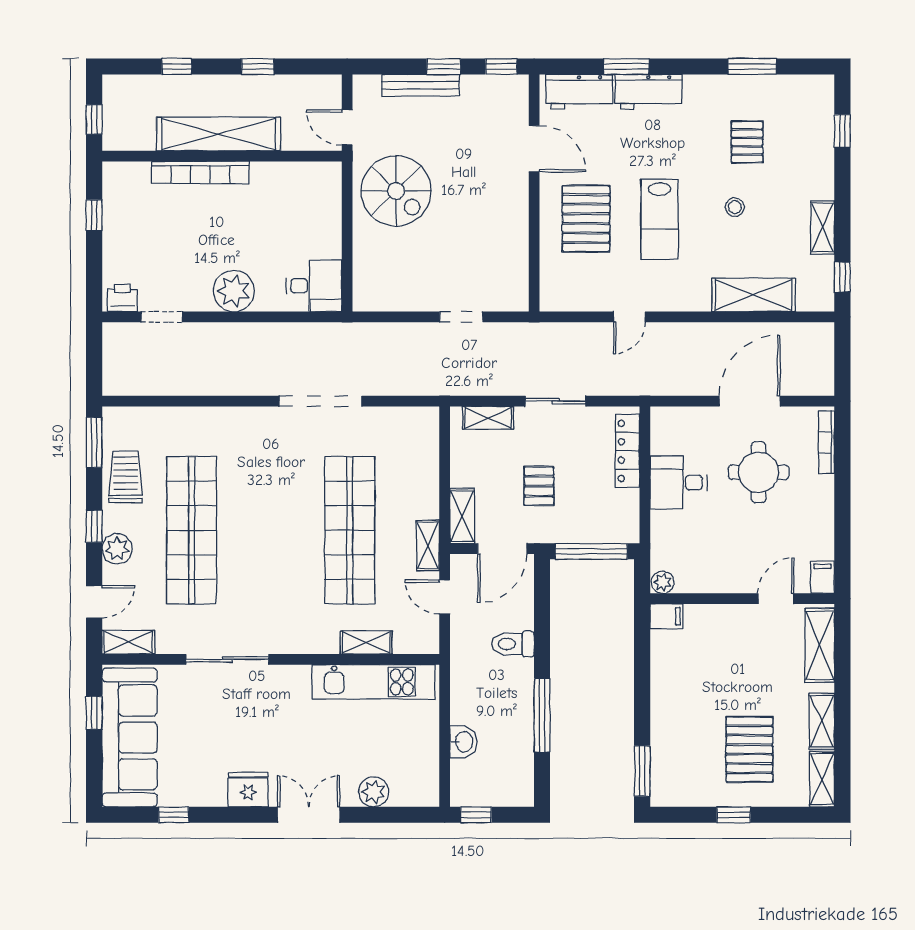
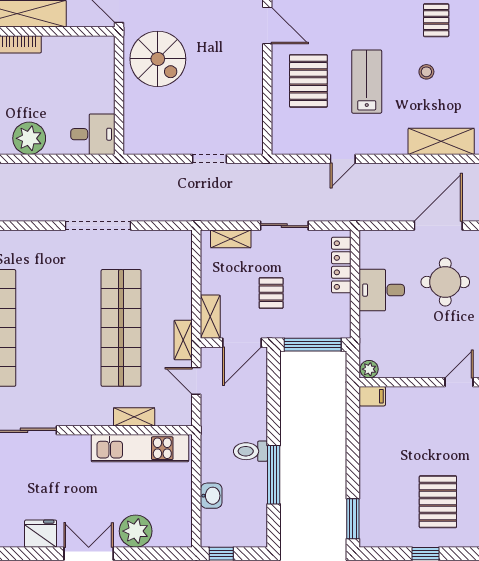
lab bench: (660, 219) -> (367, 82), turned 180
toilet: (513, 644) -> (250, 451), moved
plant: (374, 792) -> (136, 531), width x1.36, depth x1.36

